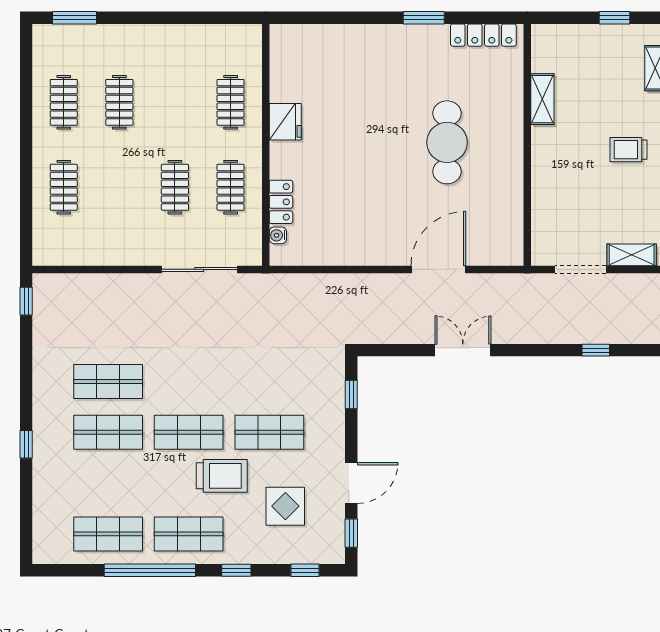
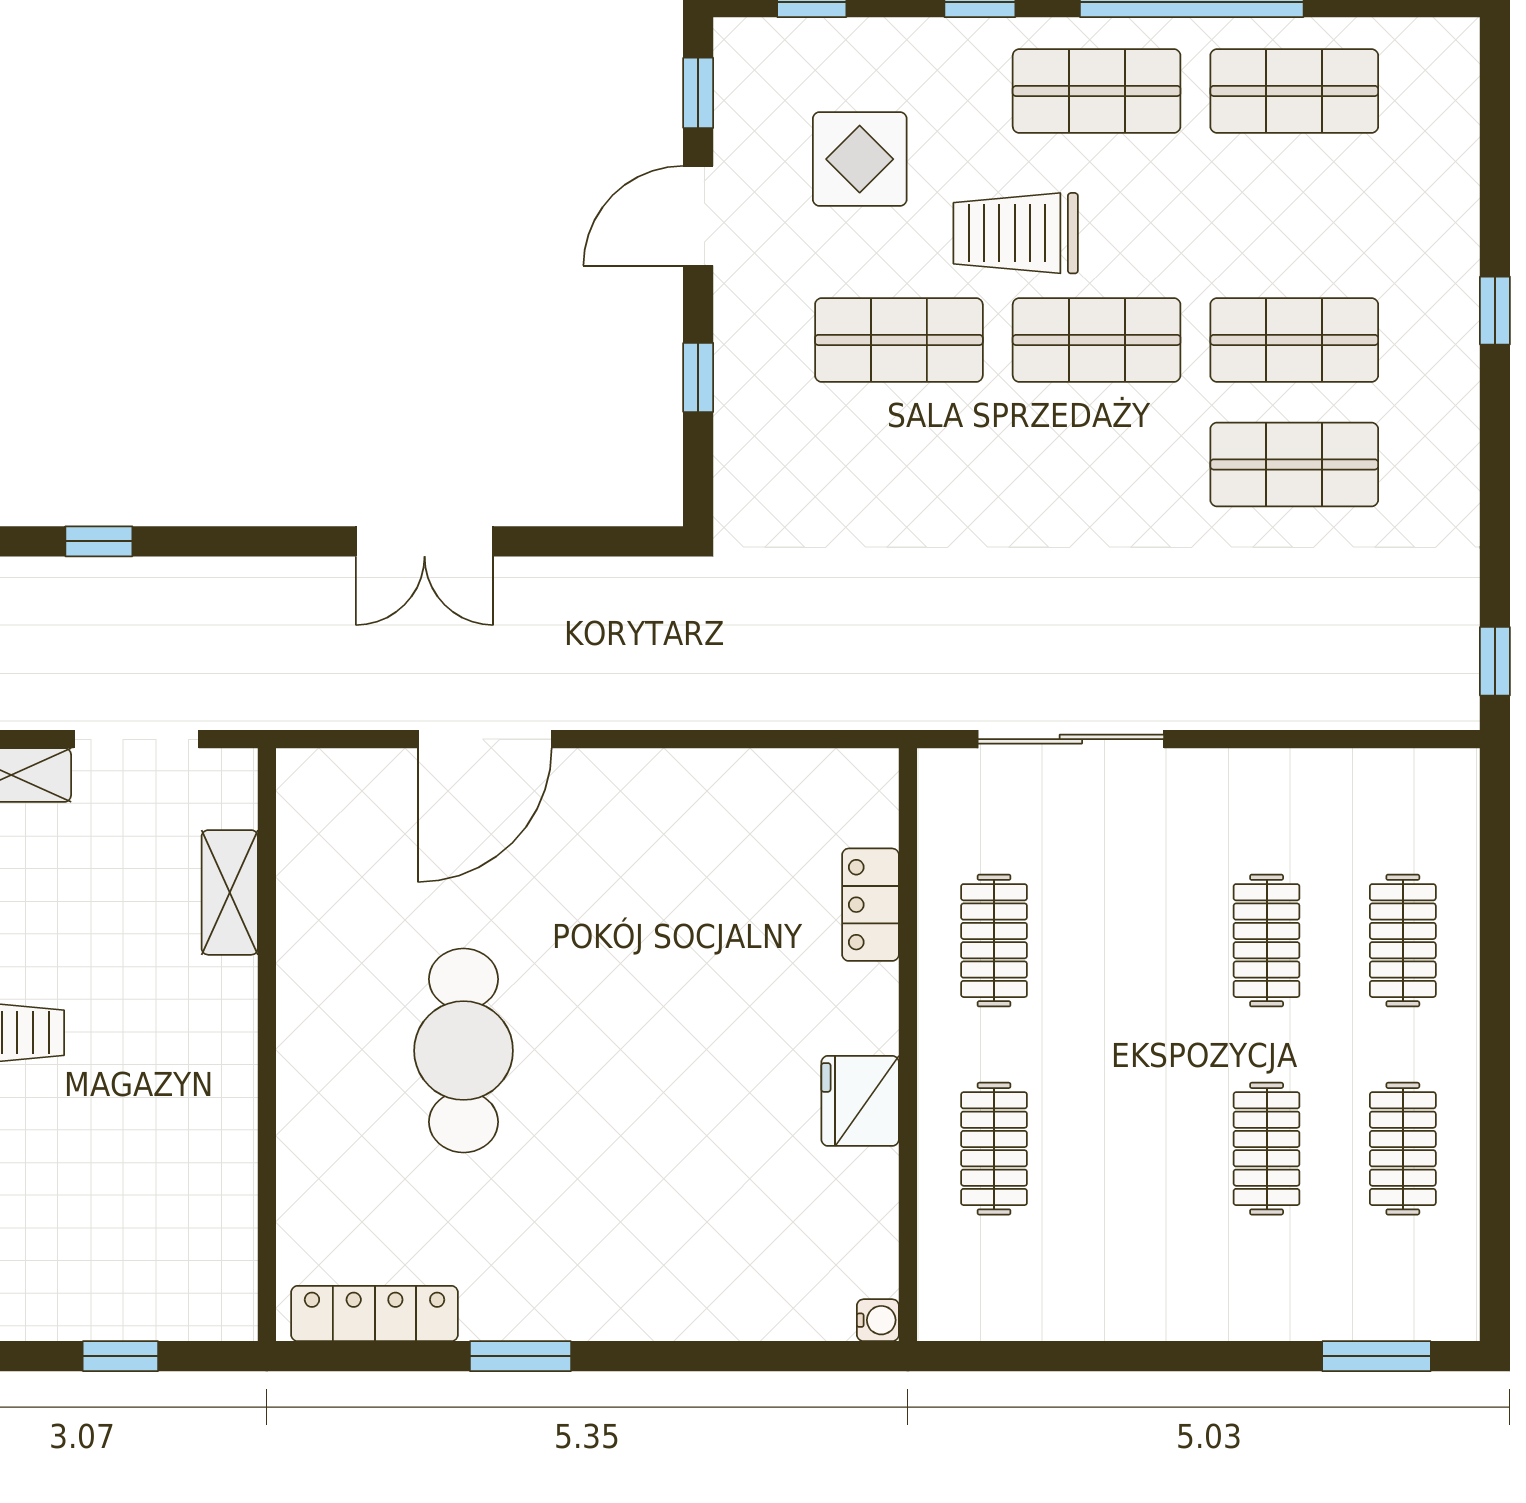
window: (615, 18) -> (120, 1356), moved
shelving: (542, 99) -> (230, 892), moved
clothes rail: (175, 187) -> (1267, 941), moved
water cooler: (278, 235) -> (878, 1320), moved
window: (351, 395) -> (698, 377), moved

